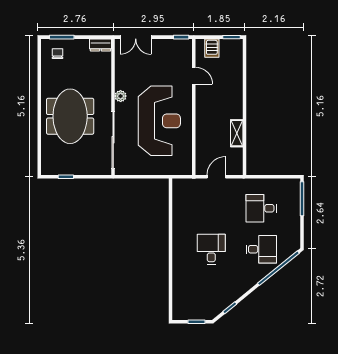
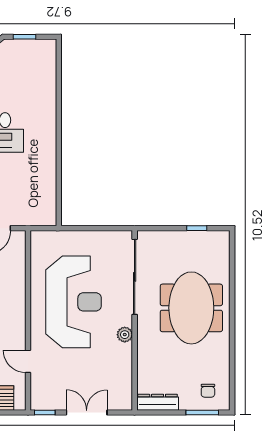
double door: (136, 37) -> (87, 412), moved
dresser: (100, 45) -> (158, 402), width x1.44
reception desk: (159, 121) -> (74, 302), turned 180

